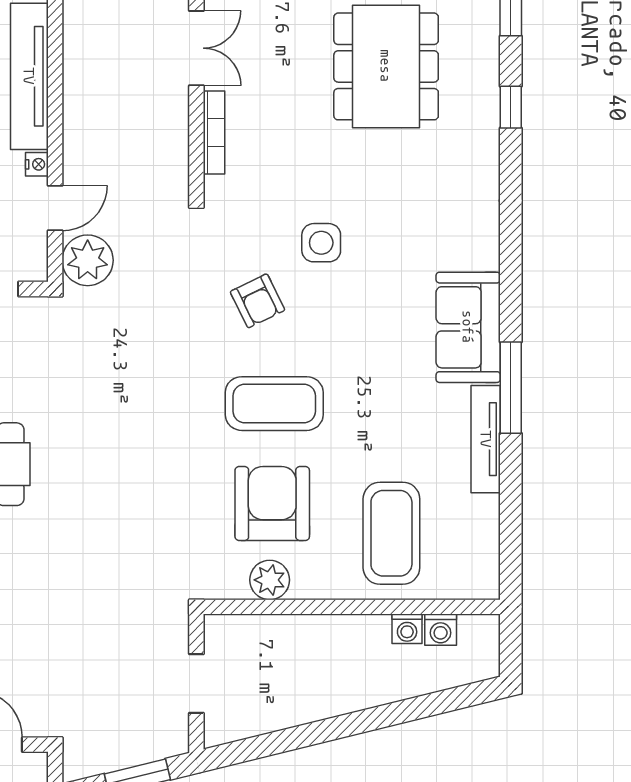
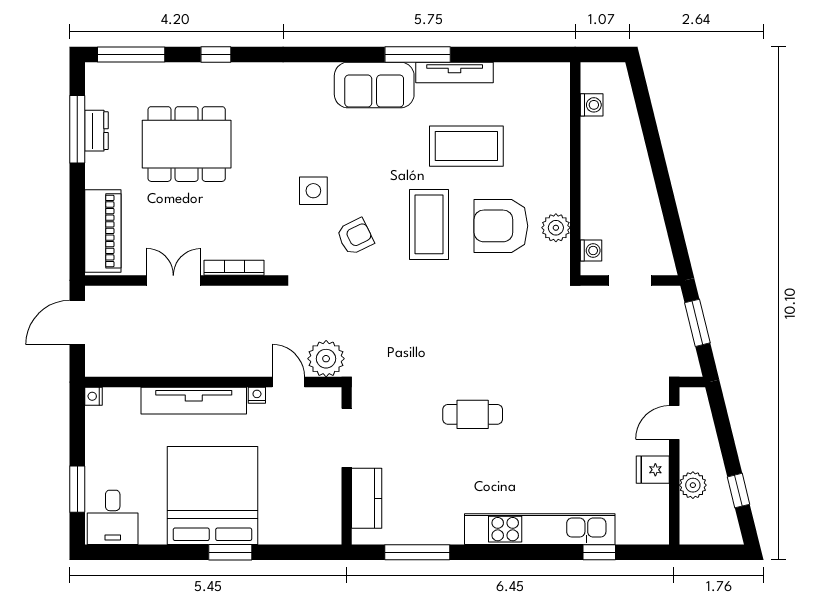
coffee table: (391, 533) -> (466, 146), moved
washing machine: (407, 629) -> (591, 251), moved

